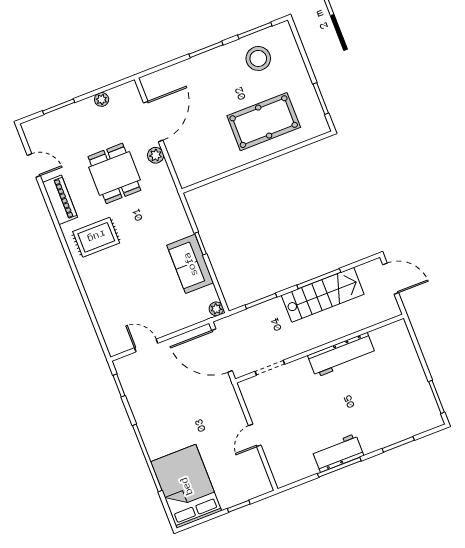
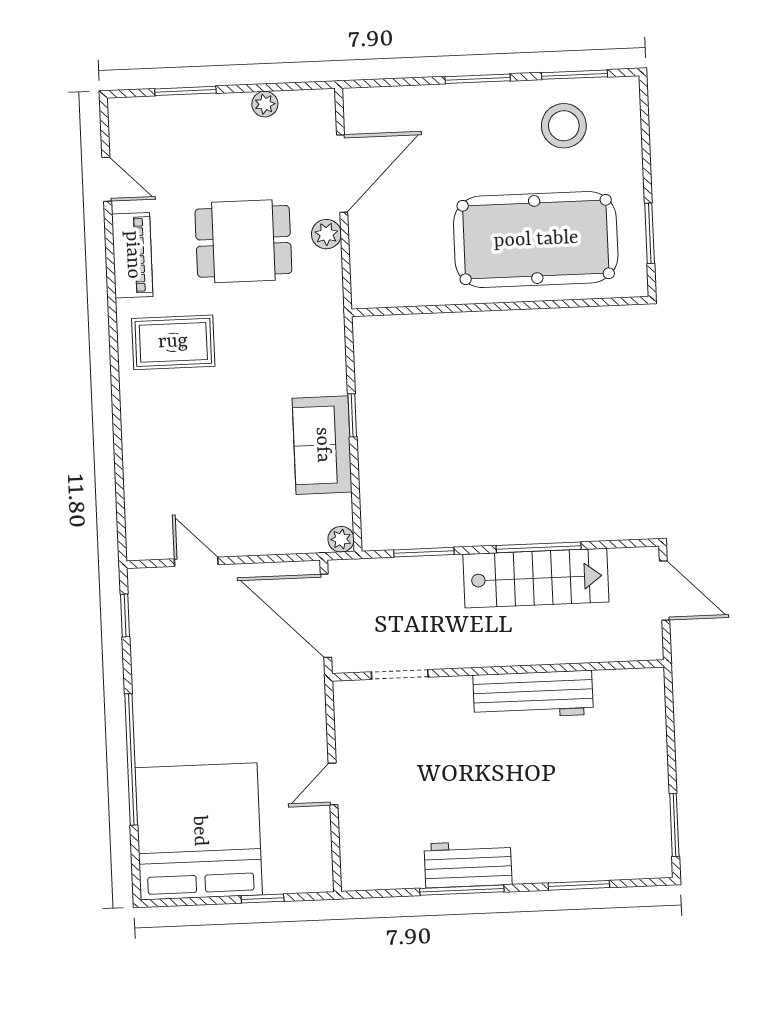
pool table: (264, 122) -> (536, 240), width x1.36, depth x1.32
dining table: (114, 173) -> (243, 241), turned 90
bed: (186, 486) -> (199, 831), width x1.36

